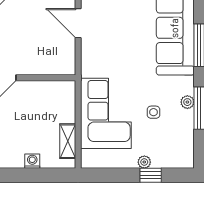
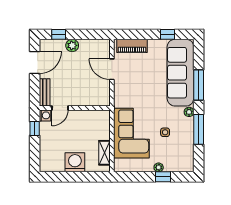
plant: (187, 102) -> (189, 112), moved
washing machine: (32, 161) -> (75, 162), width x1.89, depth x1.89

